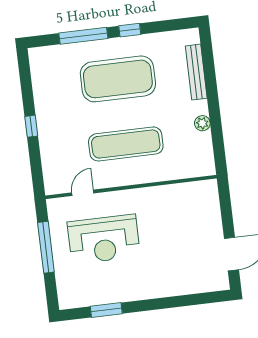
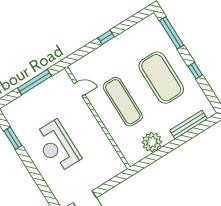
window: (83, 36) -> (172, 33), moved
plant: (202, 123) -> (152, 142), width x1.87, depth x1.87
reception desk: (104, 239) -> (57, 146), moved

